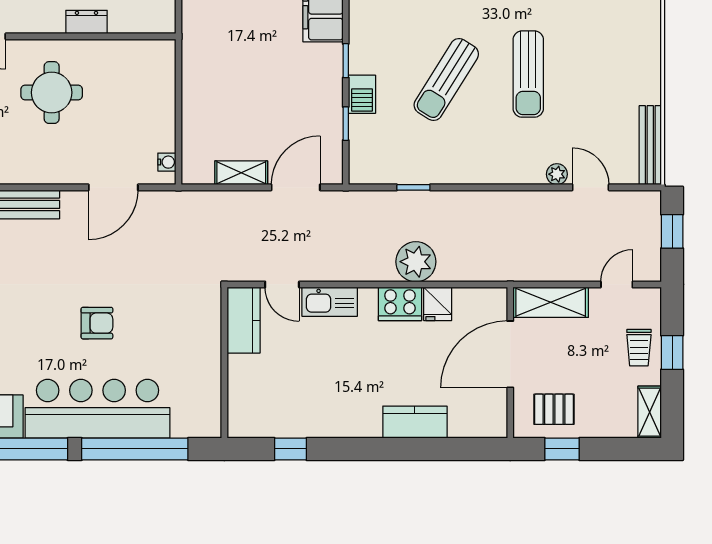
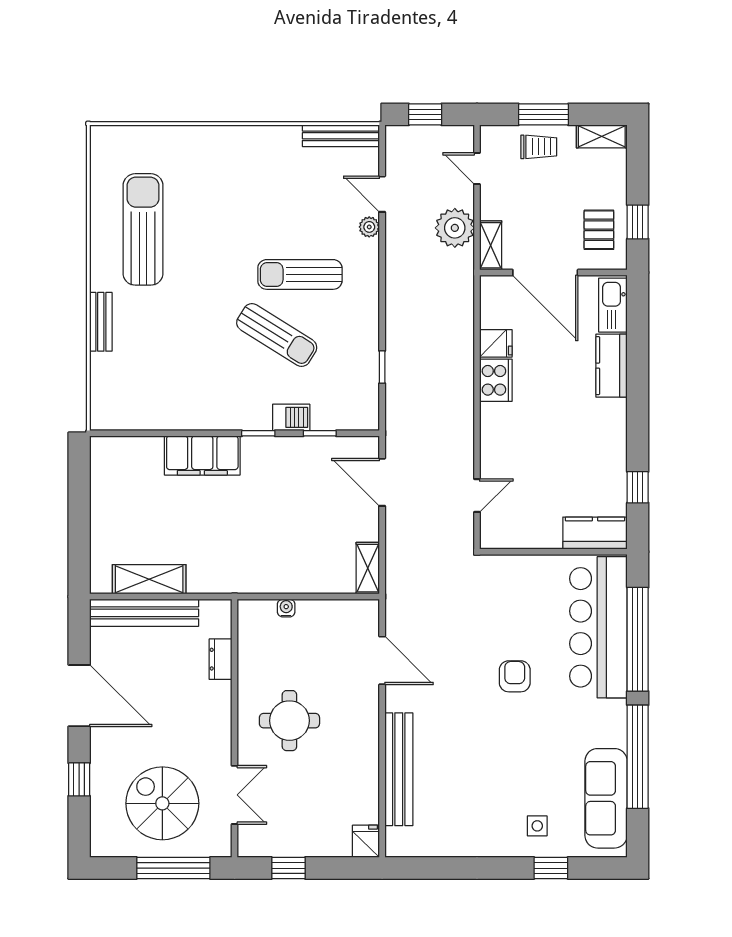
dresser: (86, 22) -> (221, 659), moved
sun lounger: (528, 74) -> (300, 274), moved, turned 180
water cooler: (167, 162) -> (286, 608), moved
shelving: (241, 173) -> (368, 568), moved
door: (591, 187) -> (382, 194), hinge flipped
plant: (416, 262) -> (455, 228), moved
kitchen sink: (330, 302) -> (613, 305), moved, turned 180
shelving: (551, 302) -> (491, 245), width x0.67, depth x0.75
kitchen counter: (244, 320) -> (595, 533), moved
window: (672, 352) -> (543, 114), width x1.50
bar counter: (98, 409) -> (598, 627), moved

